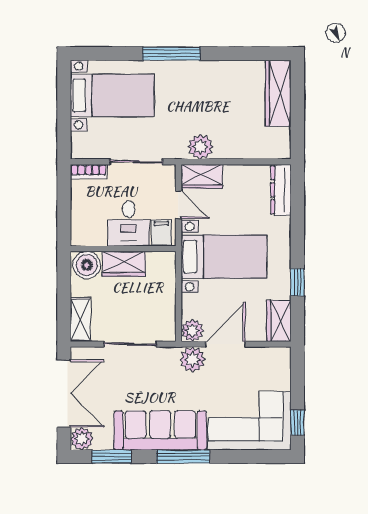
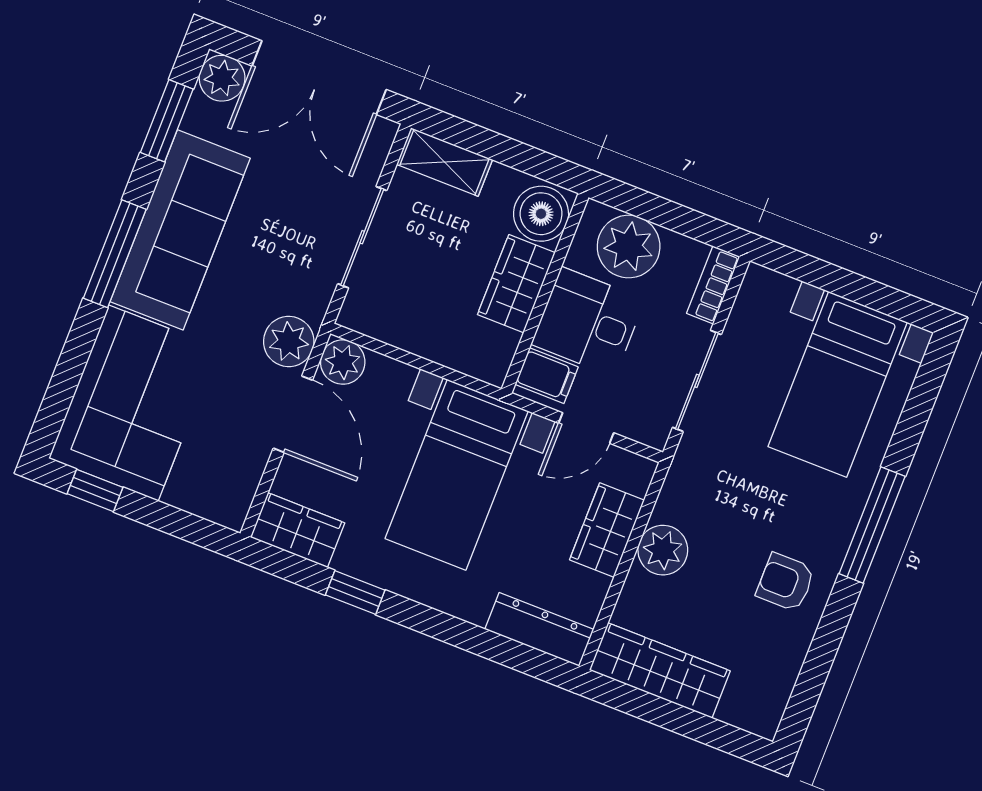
armchair: (214, 84) -> (786, 582), added
wardrobe: (278, 93) -> (660, 670), moved
plant: (200, 147) -> (663, 550), moved
wardrobe: (202, 176) -> (607, 530), moved
plant: (86, 218) -> (629, 247), added

